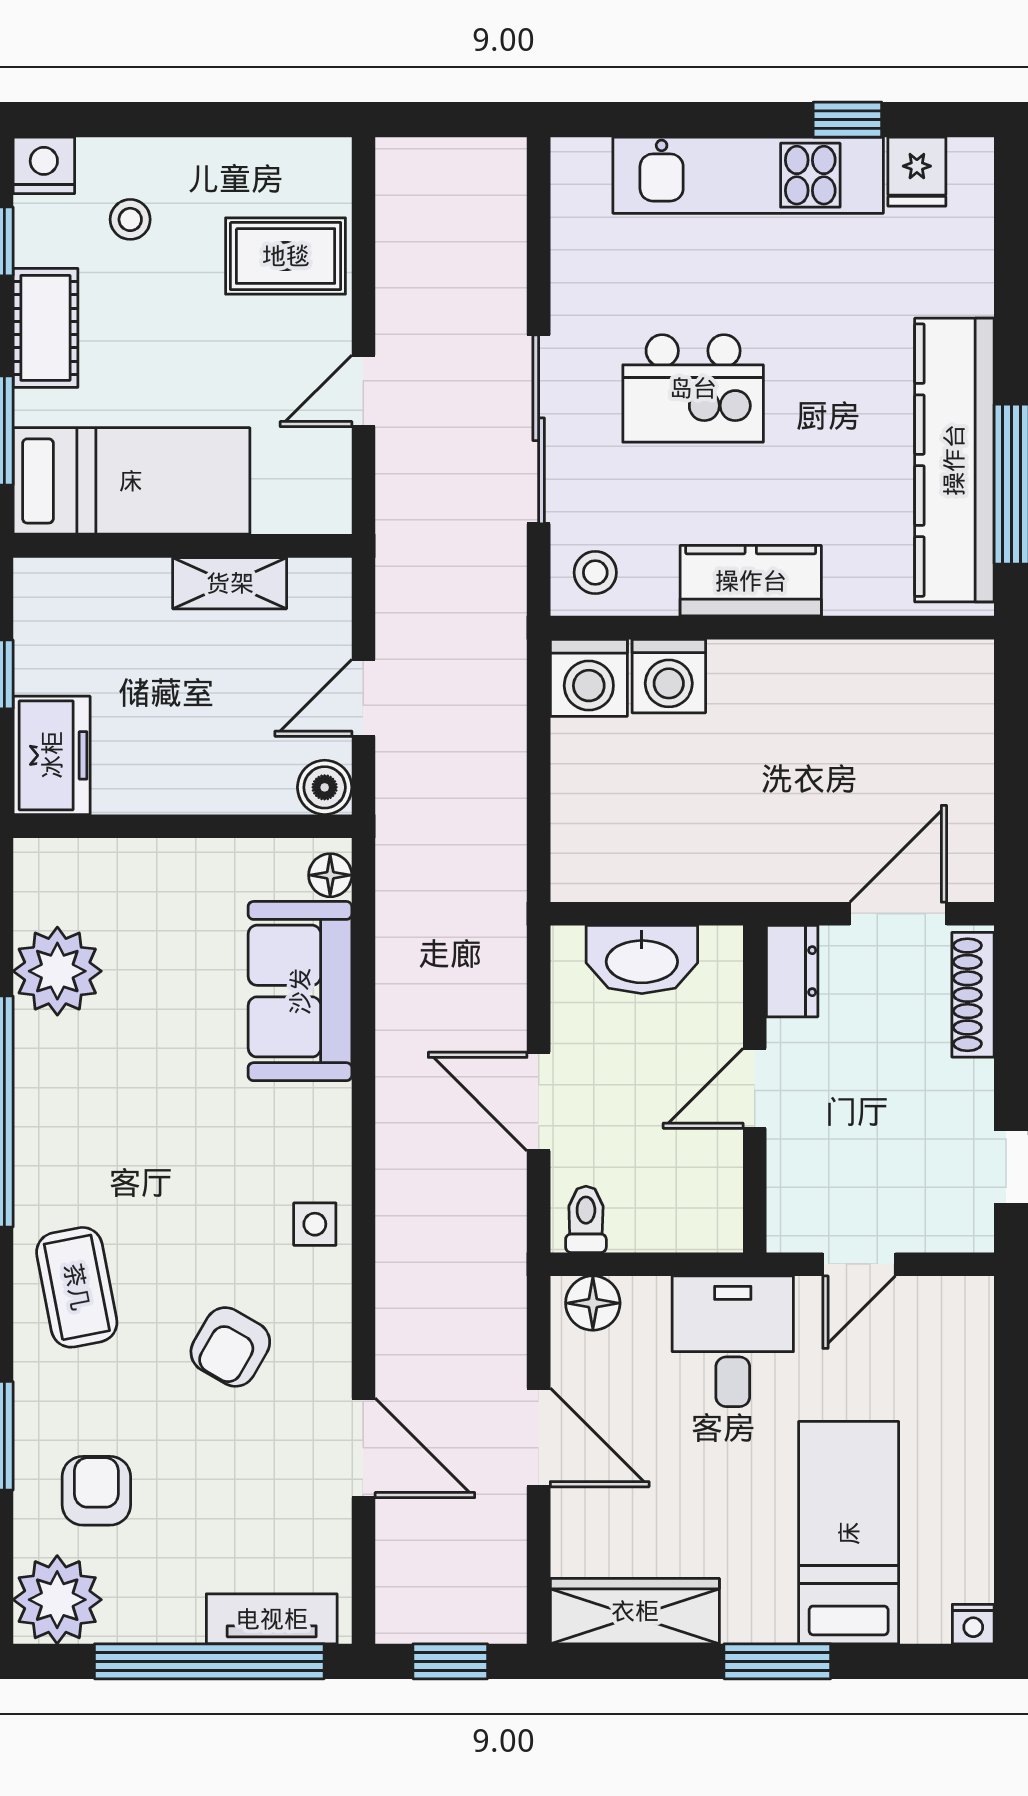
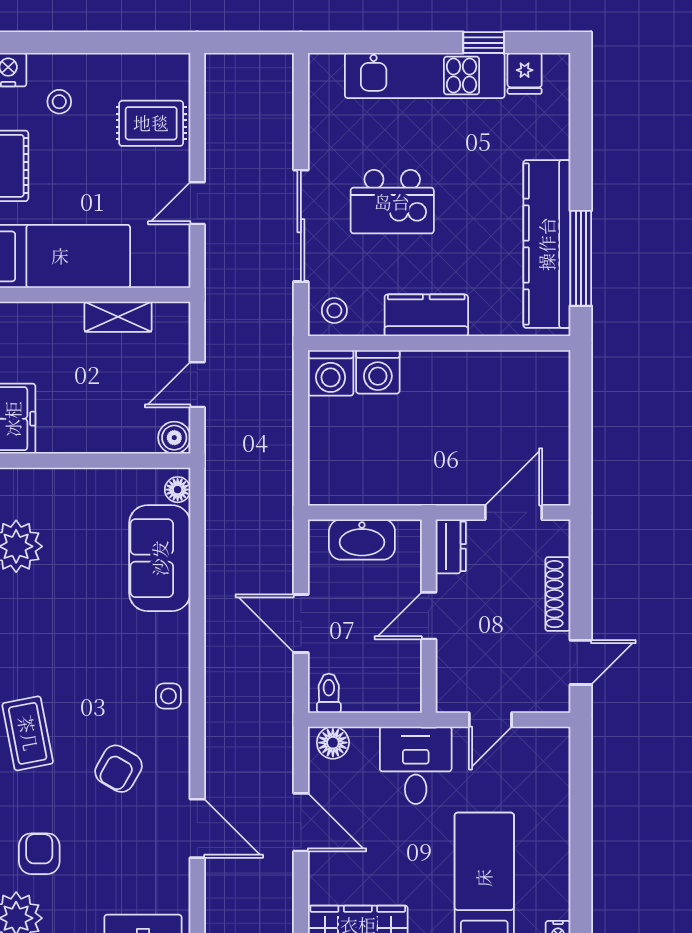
shoe rack: (973, 995) -> (558, 594), moved

